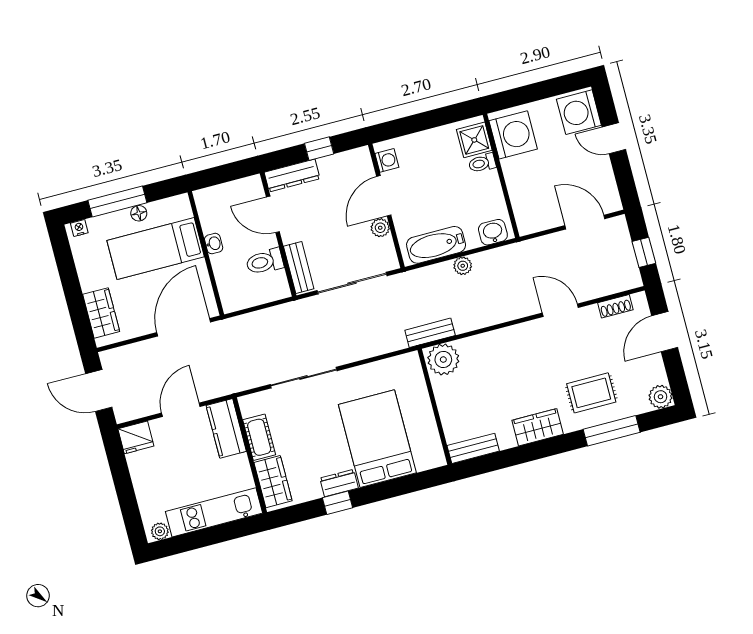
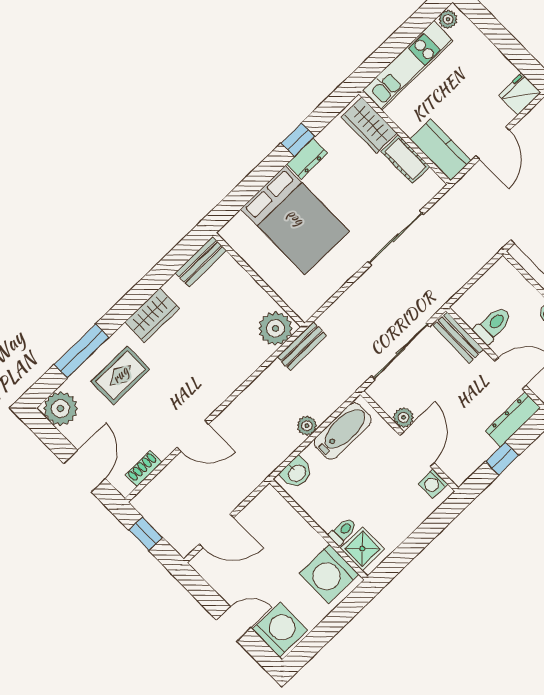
plant: (660, 397) -> (61, 409), width x1.36, depth x1.36

